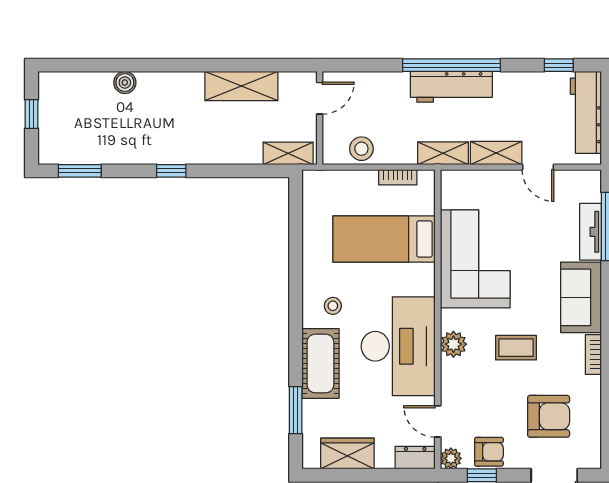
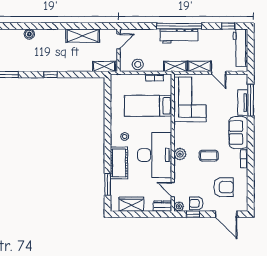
corner sofa: (475, 259) -> (190, 99), moved
armchair: (489, 452) -> (196, 203), turned 180

